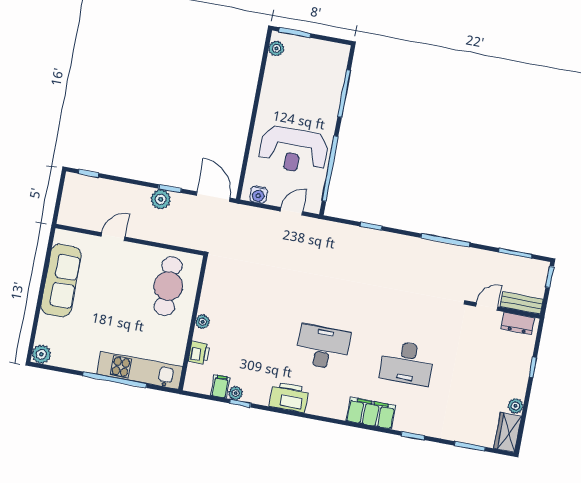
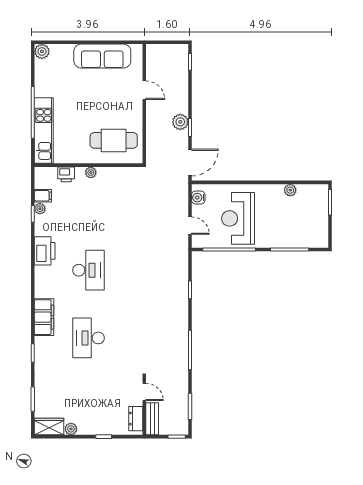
plant: (276, 48) -> (290, 190), moved

